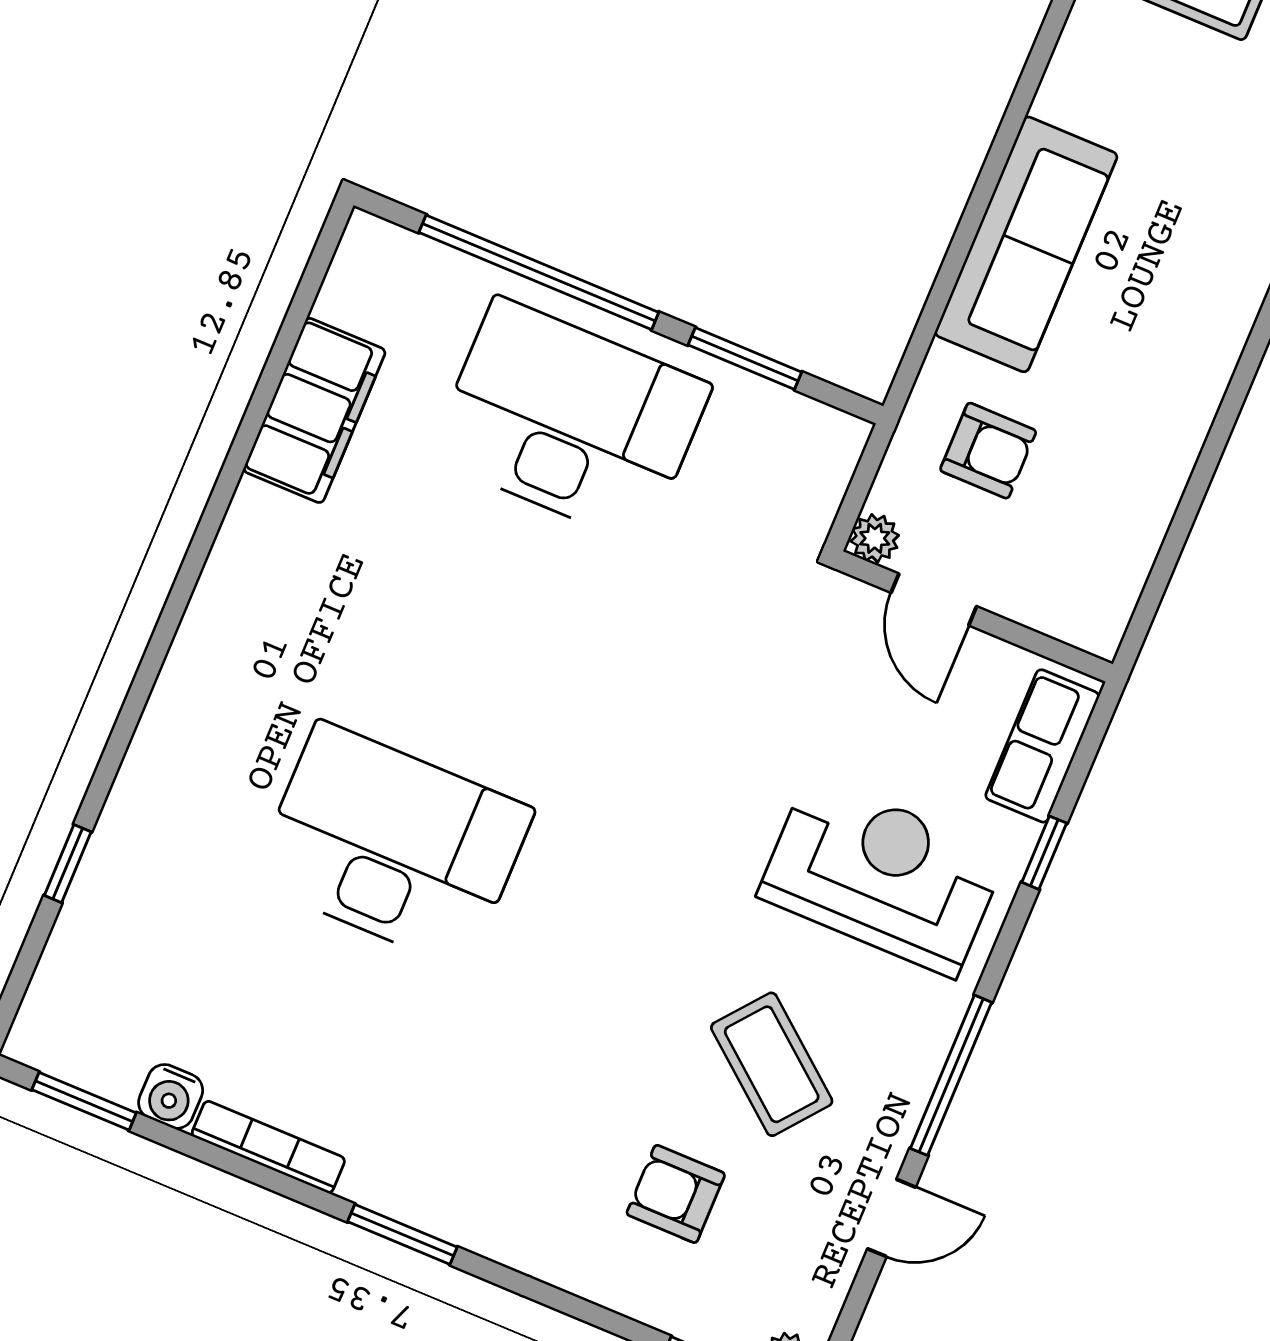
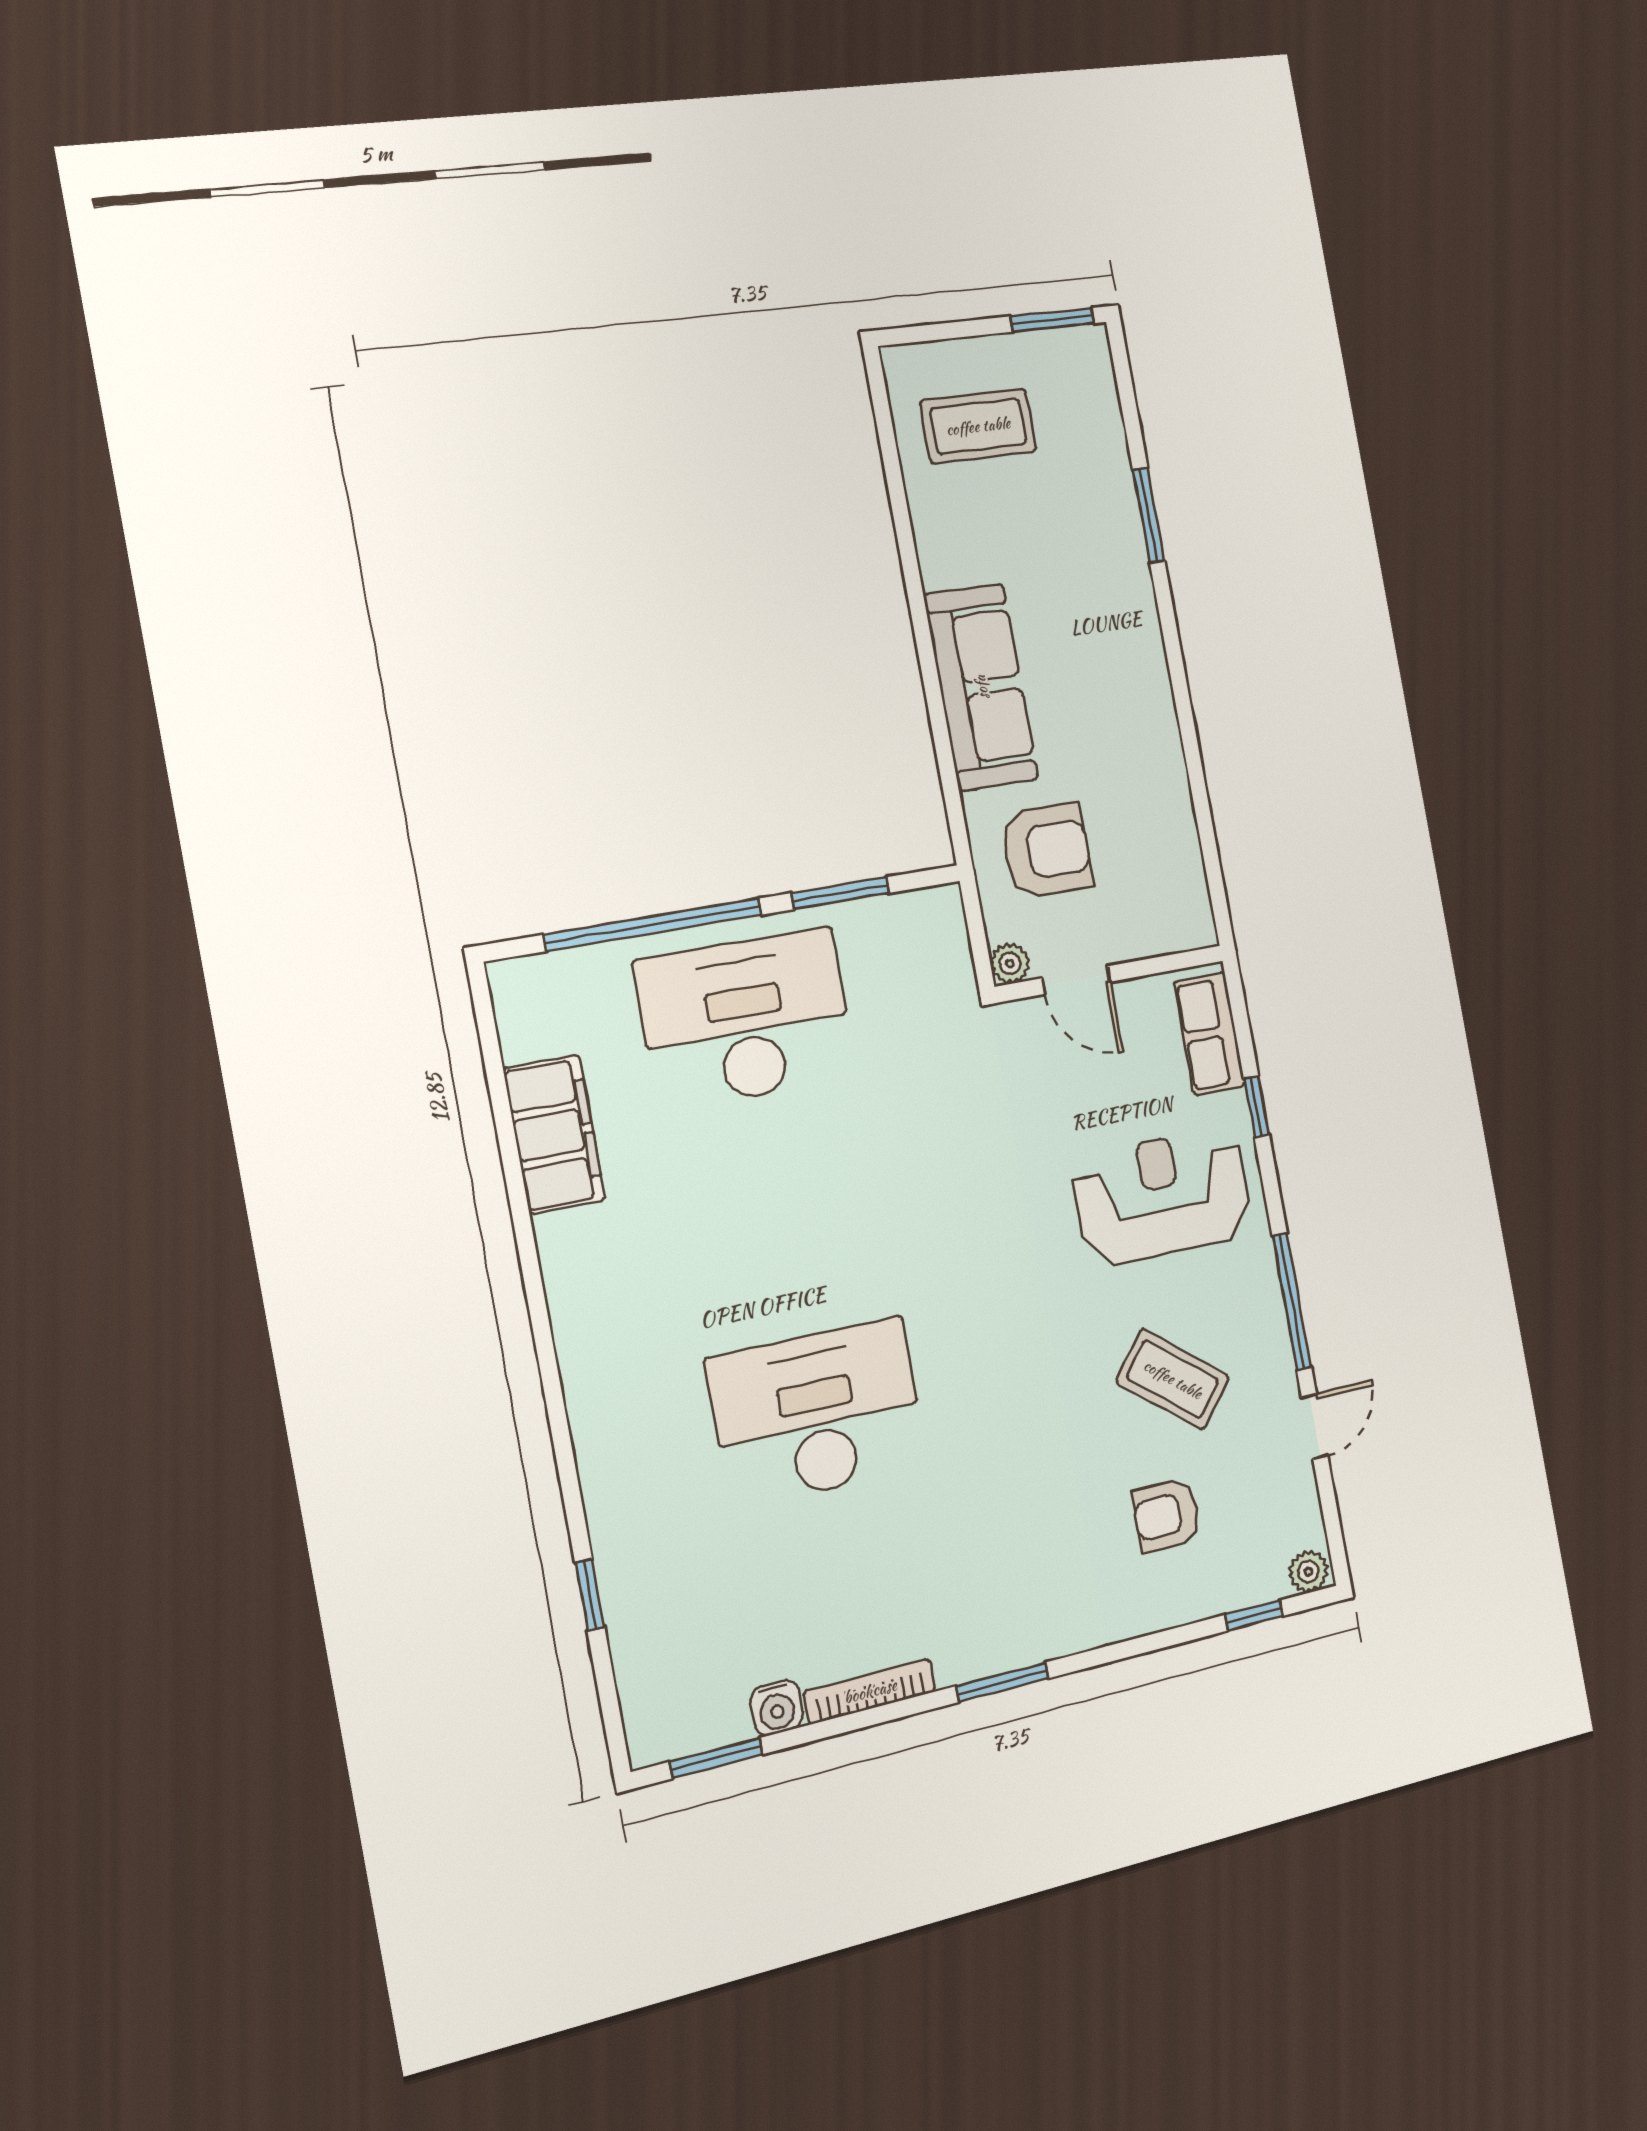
armchair: (988, 451) -> (1047, 851), width x1.38, depth x1.38

